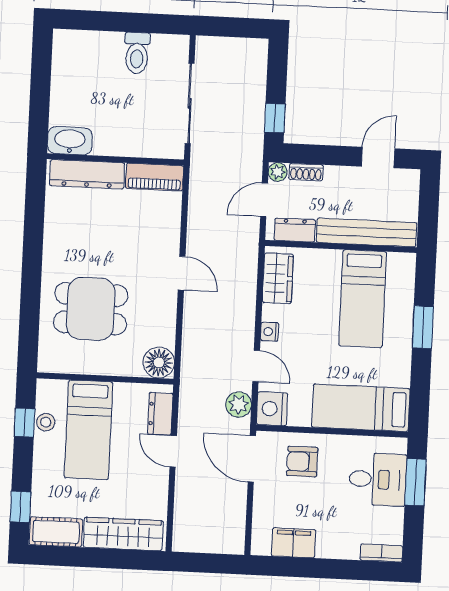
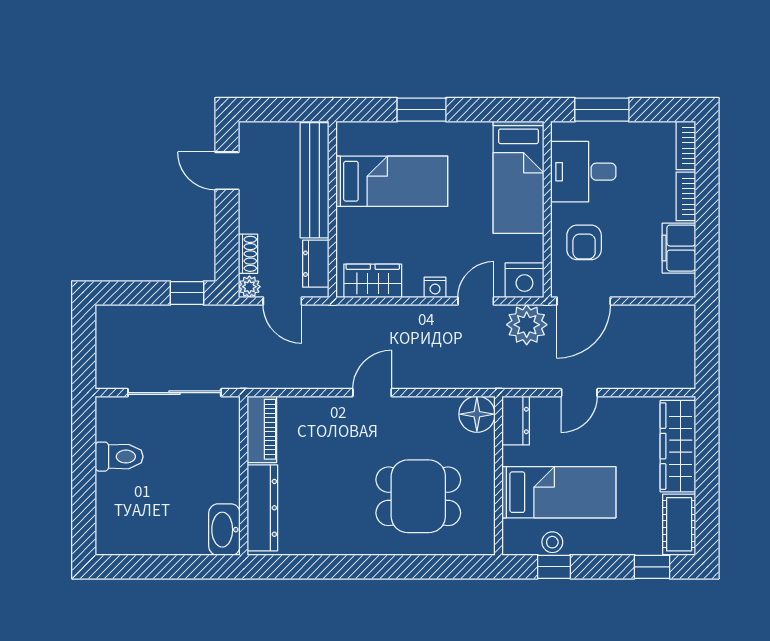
dining table: (91, 309) -> (418, 496), turned 90
plant: (239, 405) -> (527, 325), width x1.36, depth x1.36
dresser: (160, 414) -> (516, 421), moved, turned -90
desk: (378, 479) -> (583, 172), moved, turned -90
bookcase: (338, 551) -> (686, 196), added

